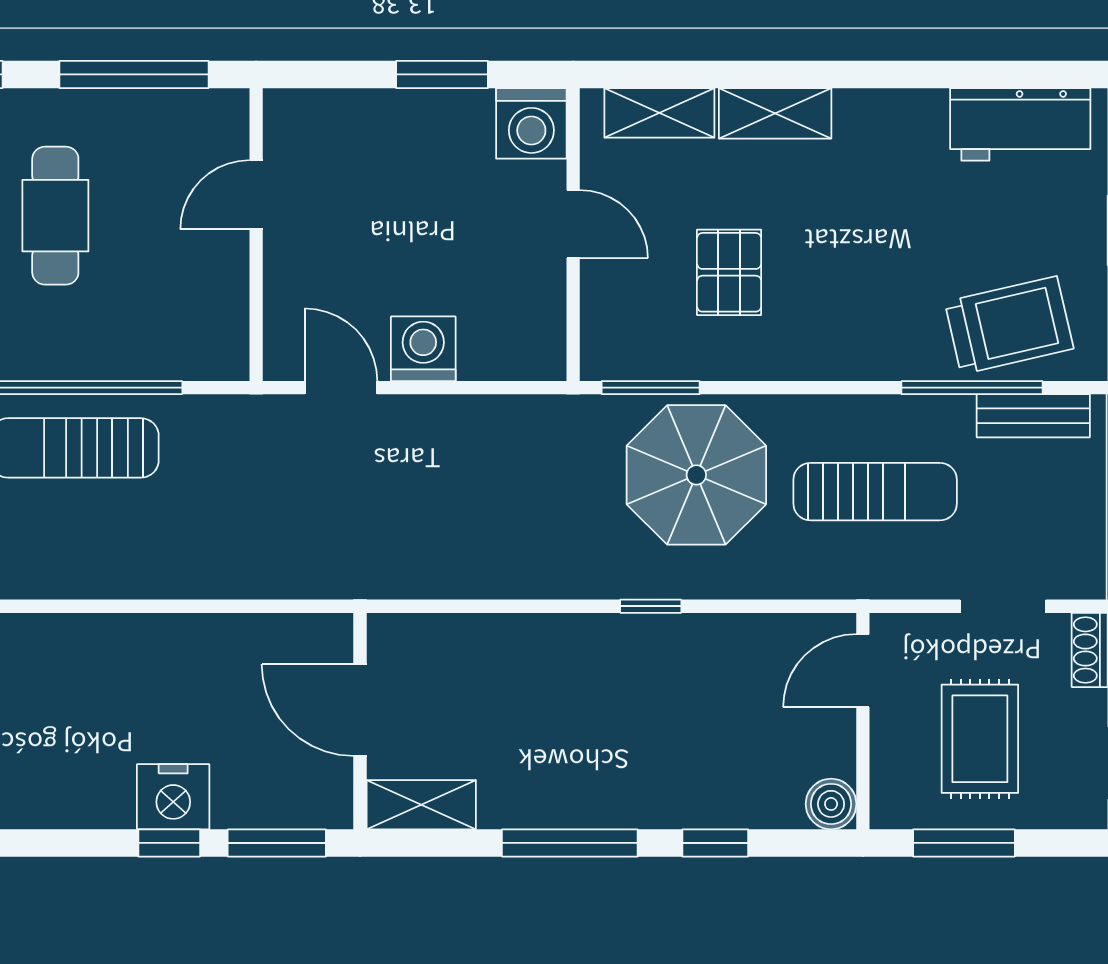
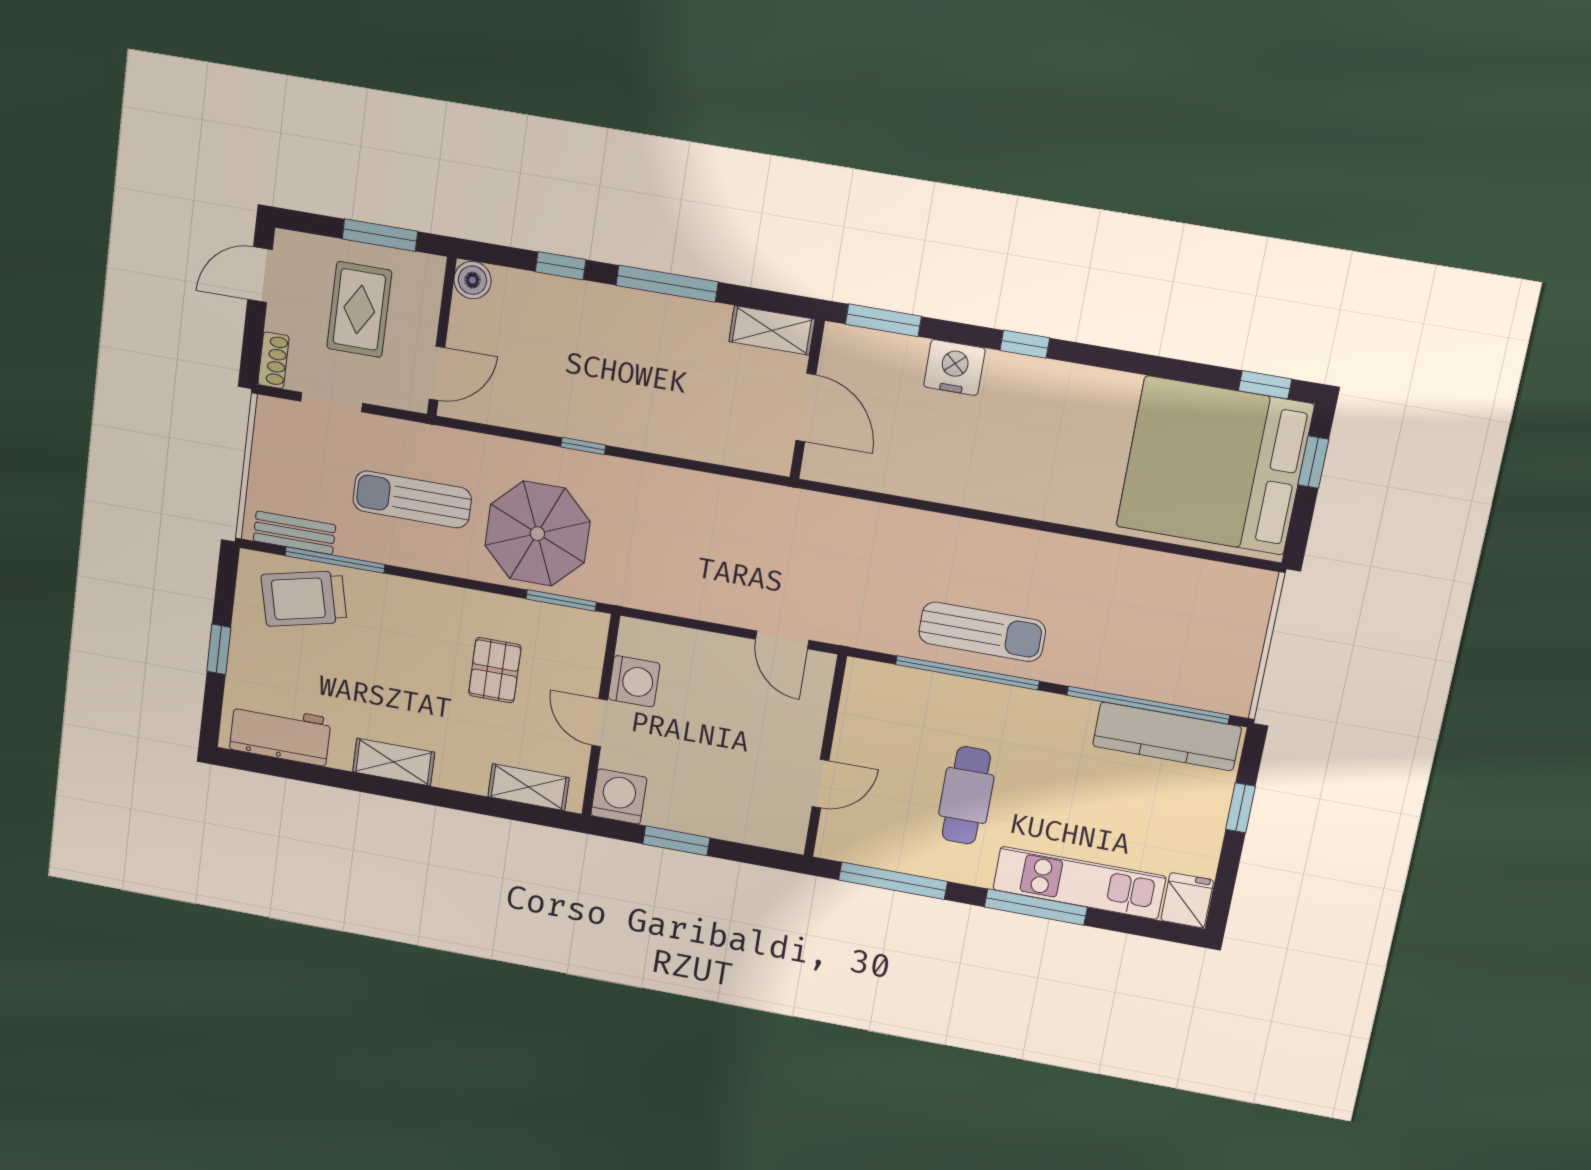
shelving: (775, 113) -> (394, 762), moved
washing machine: (423, 349) -> (634, 681), moved, turned -90
window: (169, 843) -> (1025, 344), moved

